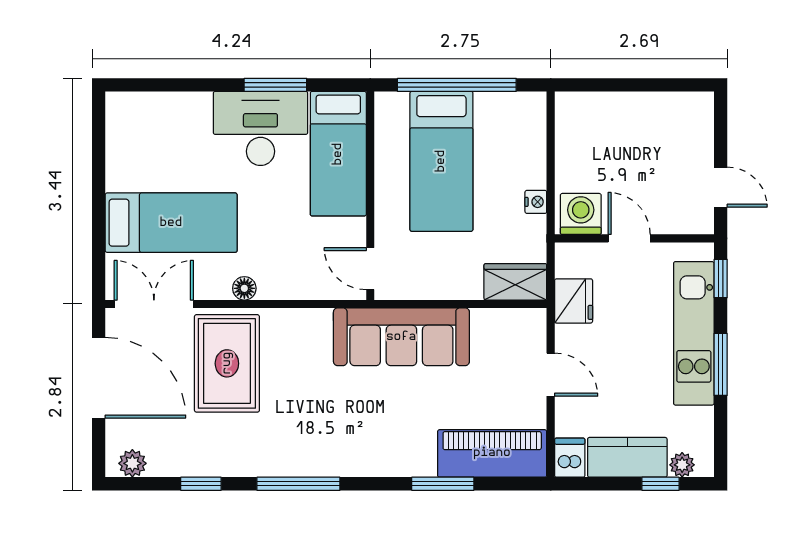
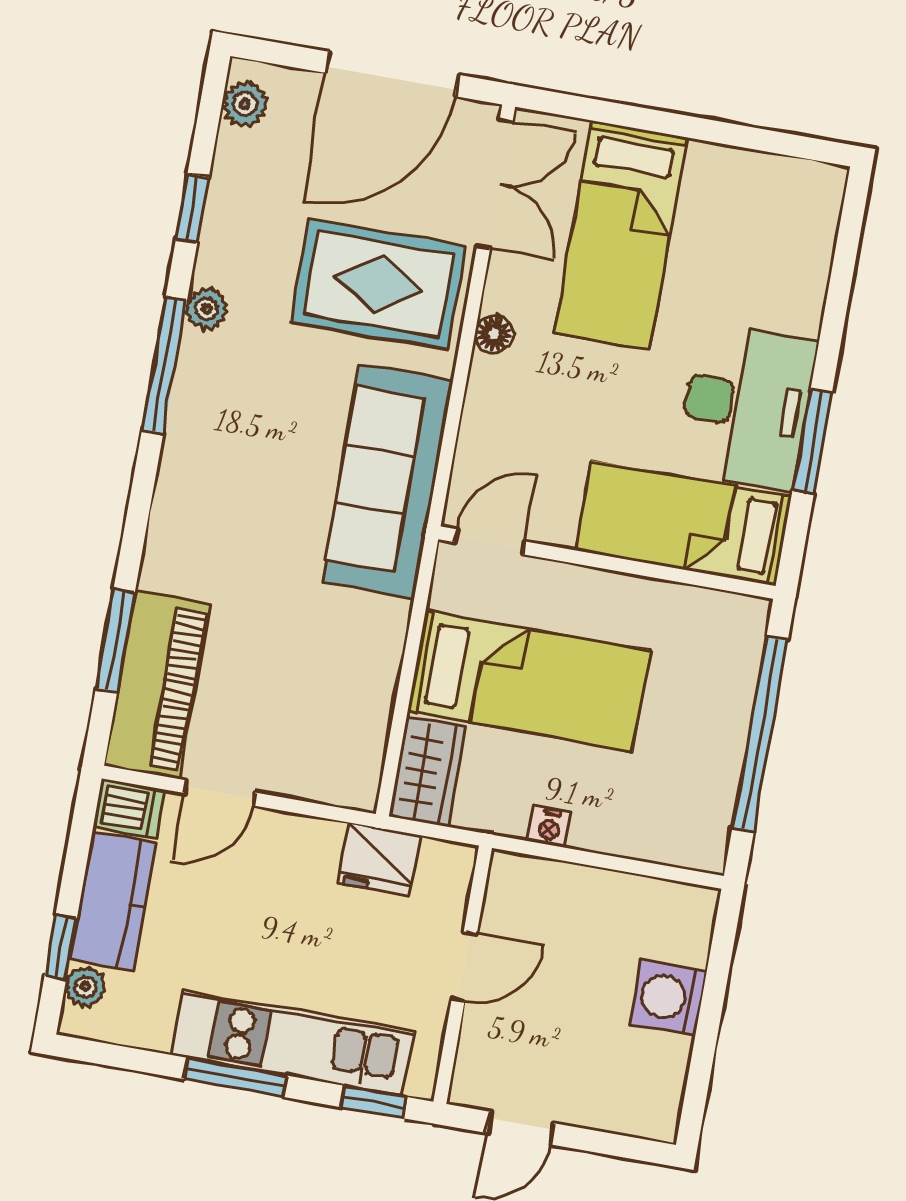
bed: (441, 161) -> (529, 681), moved, turned 180
washing machine: (581, 214) -> (668, 997), moved, turned 180
sofa: (401, 337) -> (387, 481), moved
door: (551, 375) -> (220, 793), moved
plant: (260, 464) -> (207, 309), added
window: (443, 484) -> (115, 641), moved

